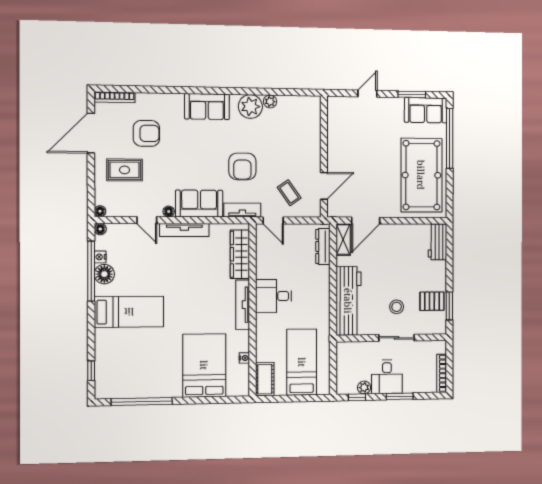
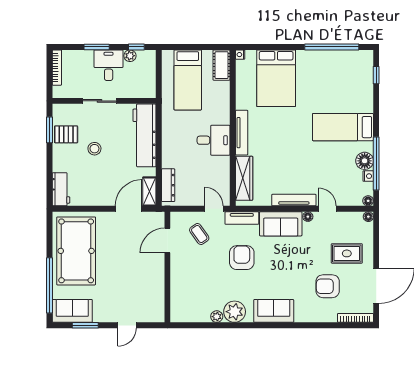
stool: (397, 307) -> (94, 149), moved
nightstand: (244, 358) -> (240, 55), moved

